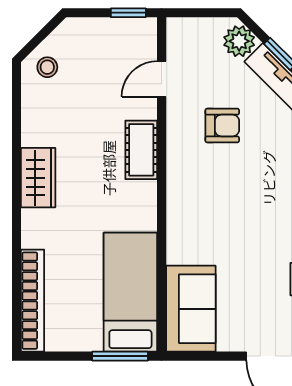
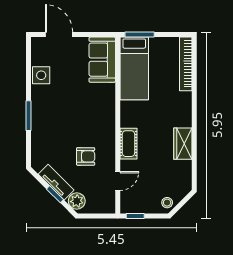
stool: (47, 67) -> (167, 203), moved
armchair: (222, 125) -> (86, 156), turned 180
wardrobe: (38, 178) -> (183, 144), moved

